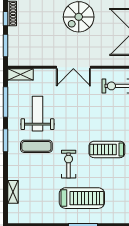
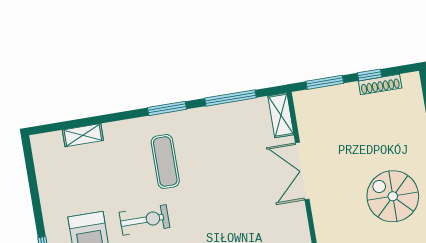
double door: (73, 67) -> (302, 171), moved
weight bench: (38, 114) -> (220, 154), removed

